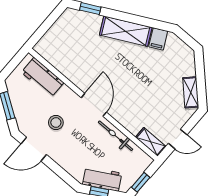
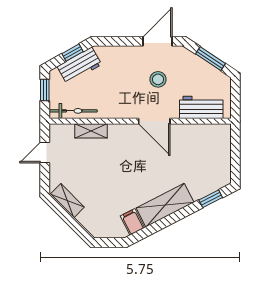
door: (94, 105) -> (154, 121), moved
bicycle: (116, 136) -> (73, 111), moved
shelving: (151, 142) -> (91, 131), moved

